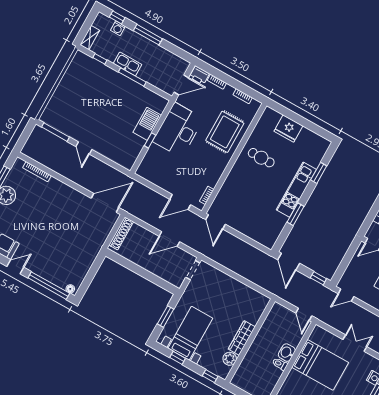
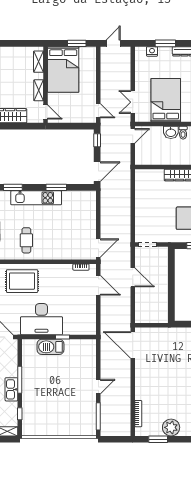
shoe rack: (121, 233) -> (150, 318), removed
double door: (355, 343) -> (133, 102), moved

